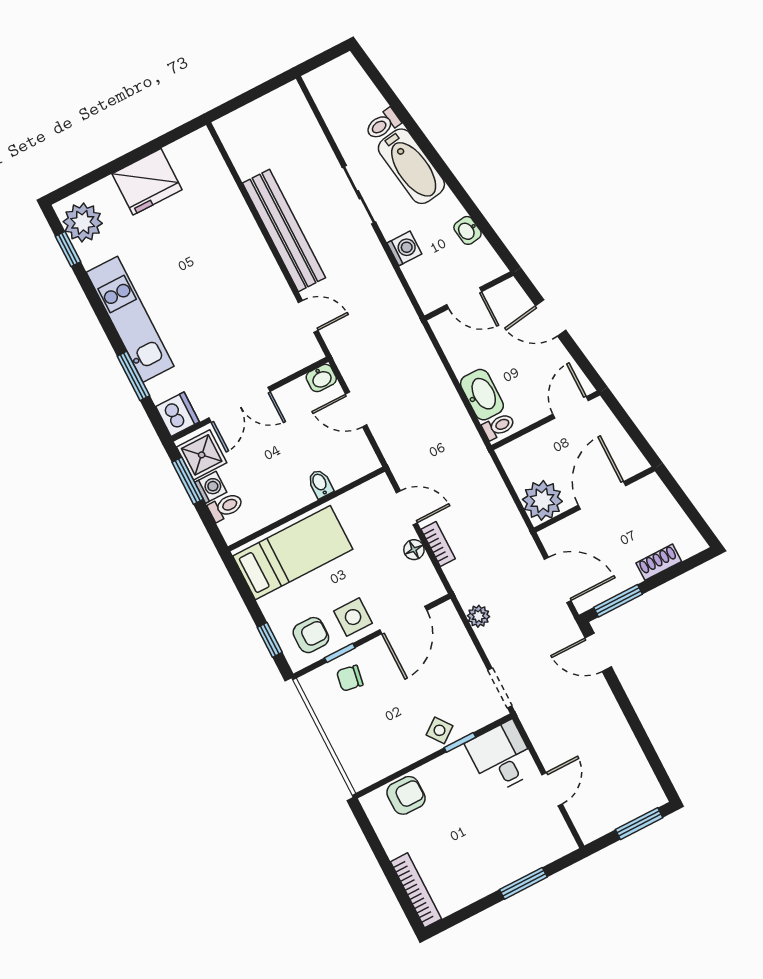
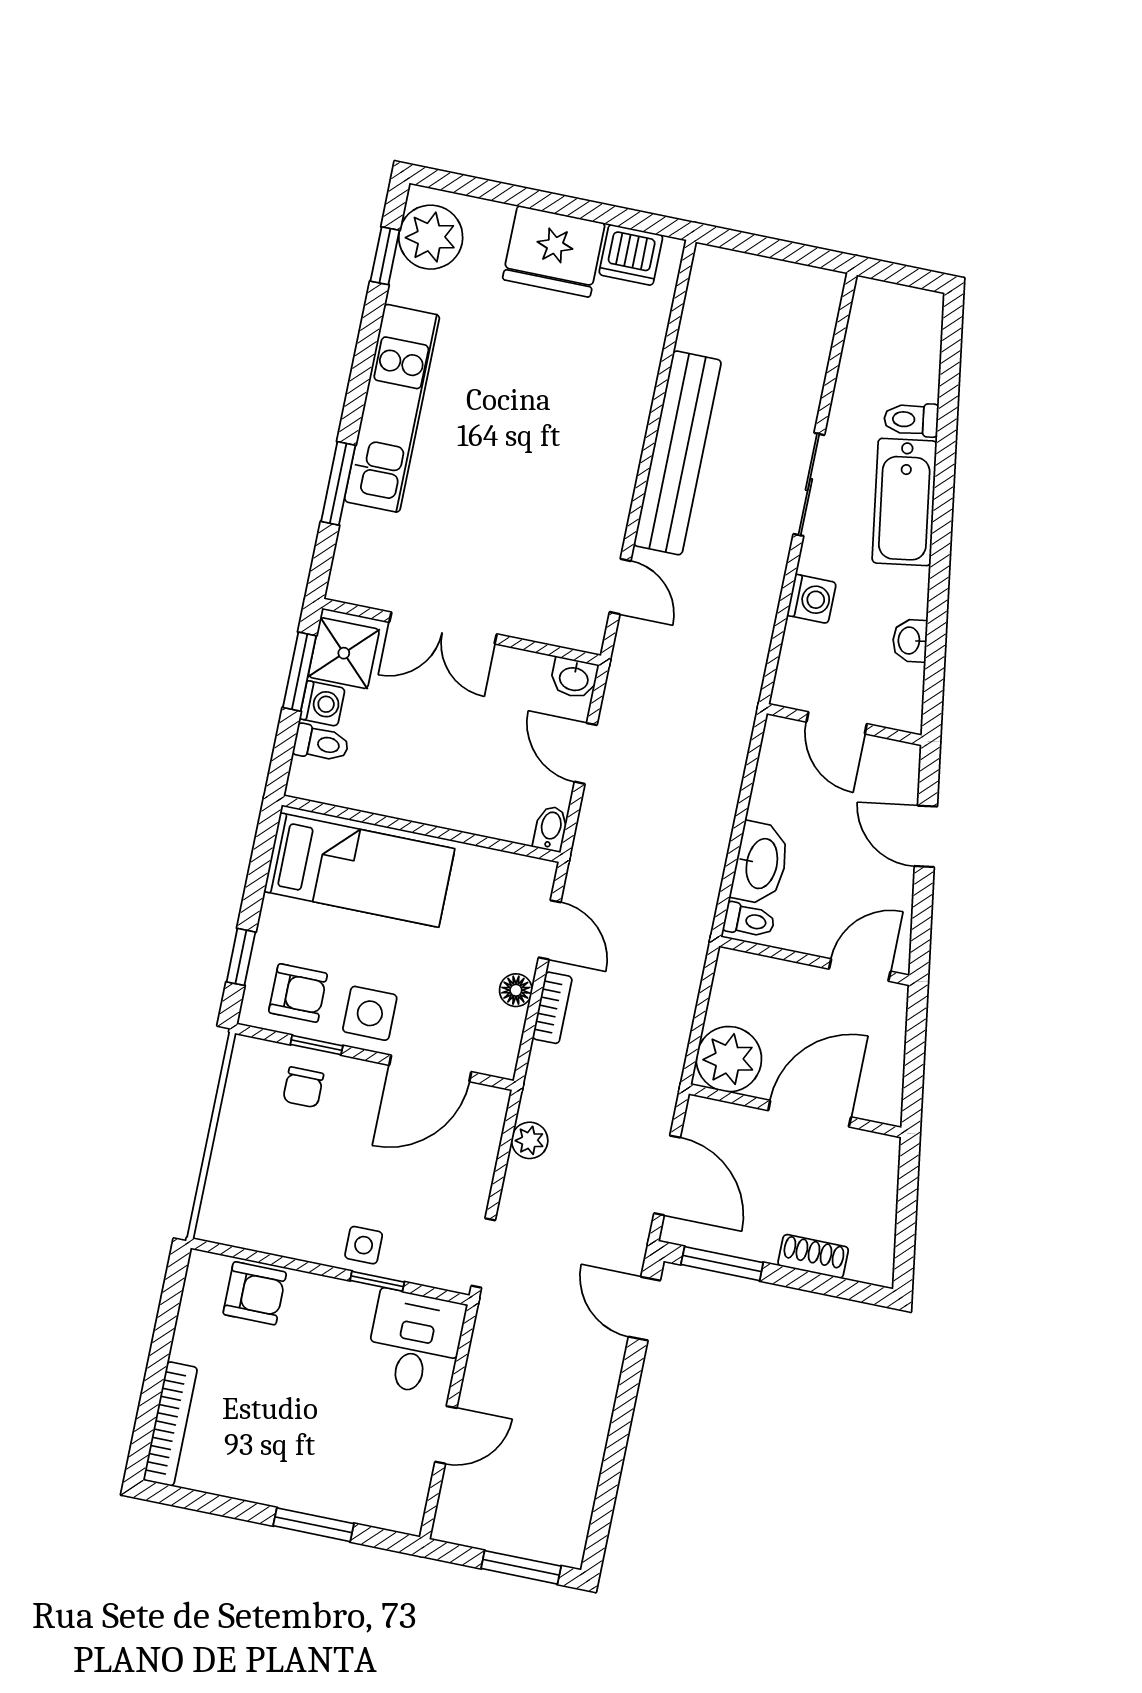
dishwasher: (178, 414) -> (631, 255), moved, turned 90
bidet: (320, 484) -> (551, 829), moved
chair: (350, 678) -> (303, 1087), turned -100
side table: (439, 730) -> (364, 1245), turned 37

